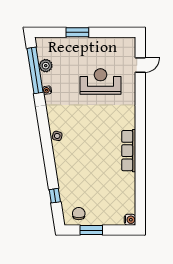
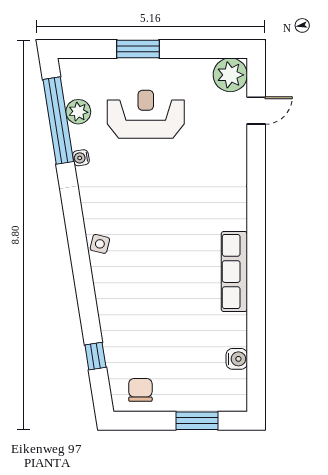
plant: (127, 46) -> (230, 75), added
reception desk: (100, 81) -> (146, 114), moved
water cooler: (130, 220) -> (237, 359), moved
window: (91, 230) -> (197, 421), moved

